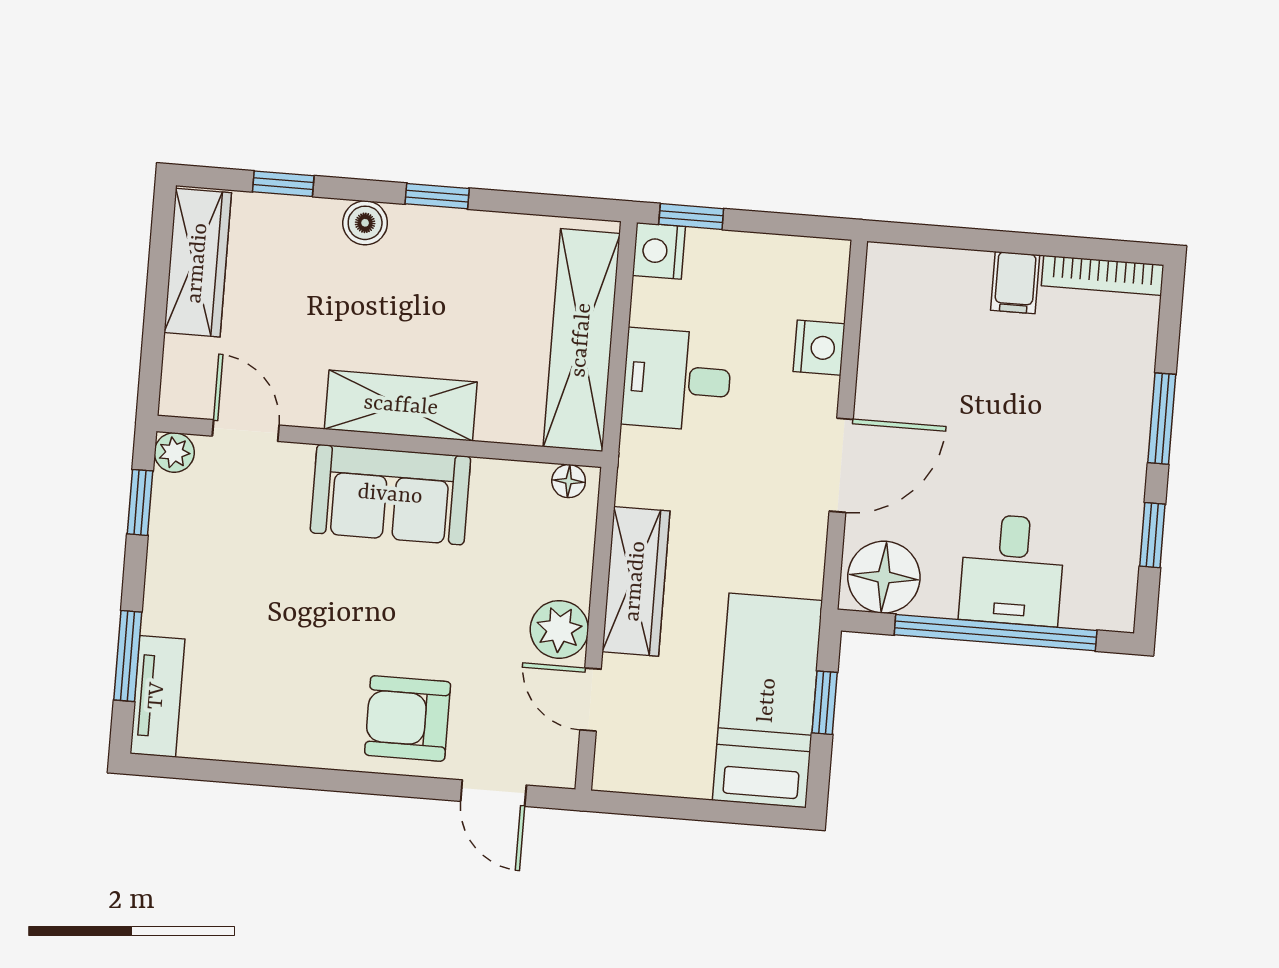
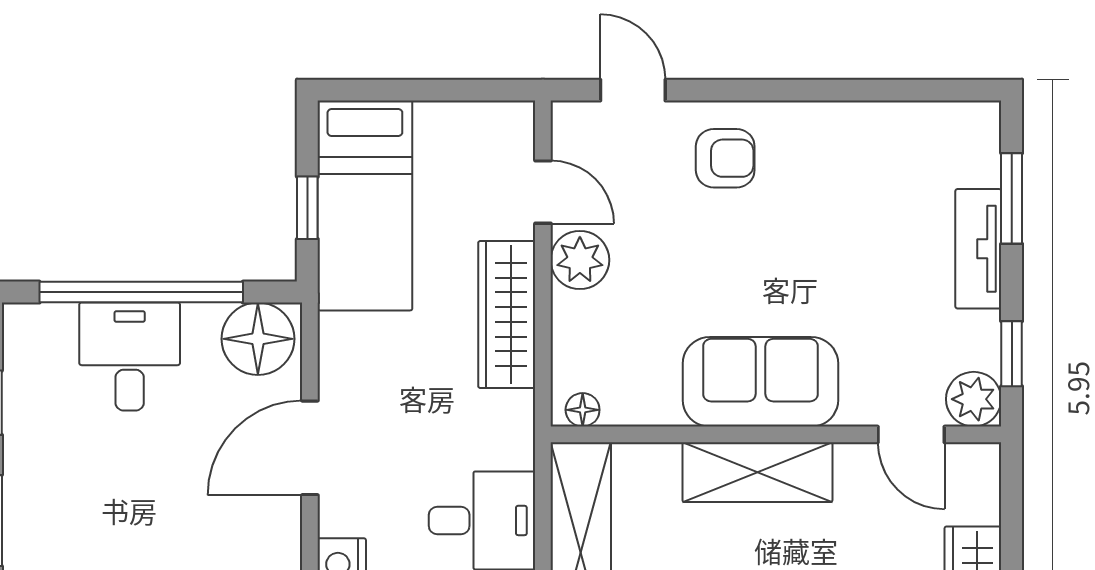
plant: (174, 452) -> (974, 399), width x1.38, depth x1.38
tv unit: (157, 696) -> (978, 249), moved
armchair: (408, 718) -> (725, 158), width x0.72, depth x0.72

